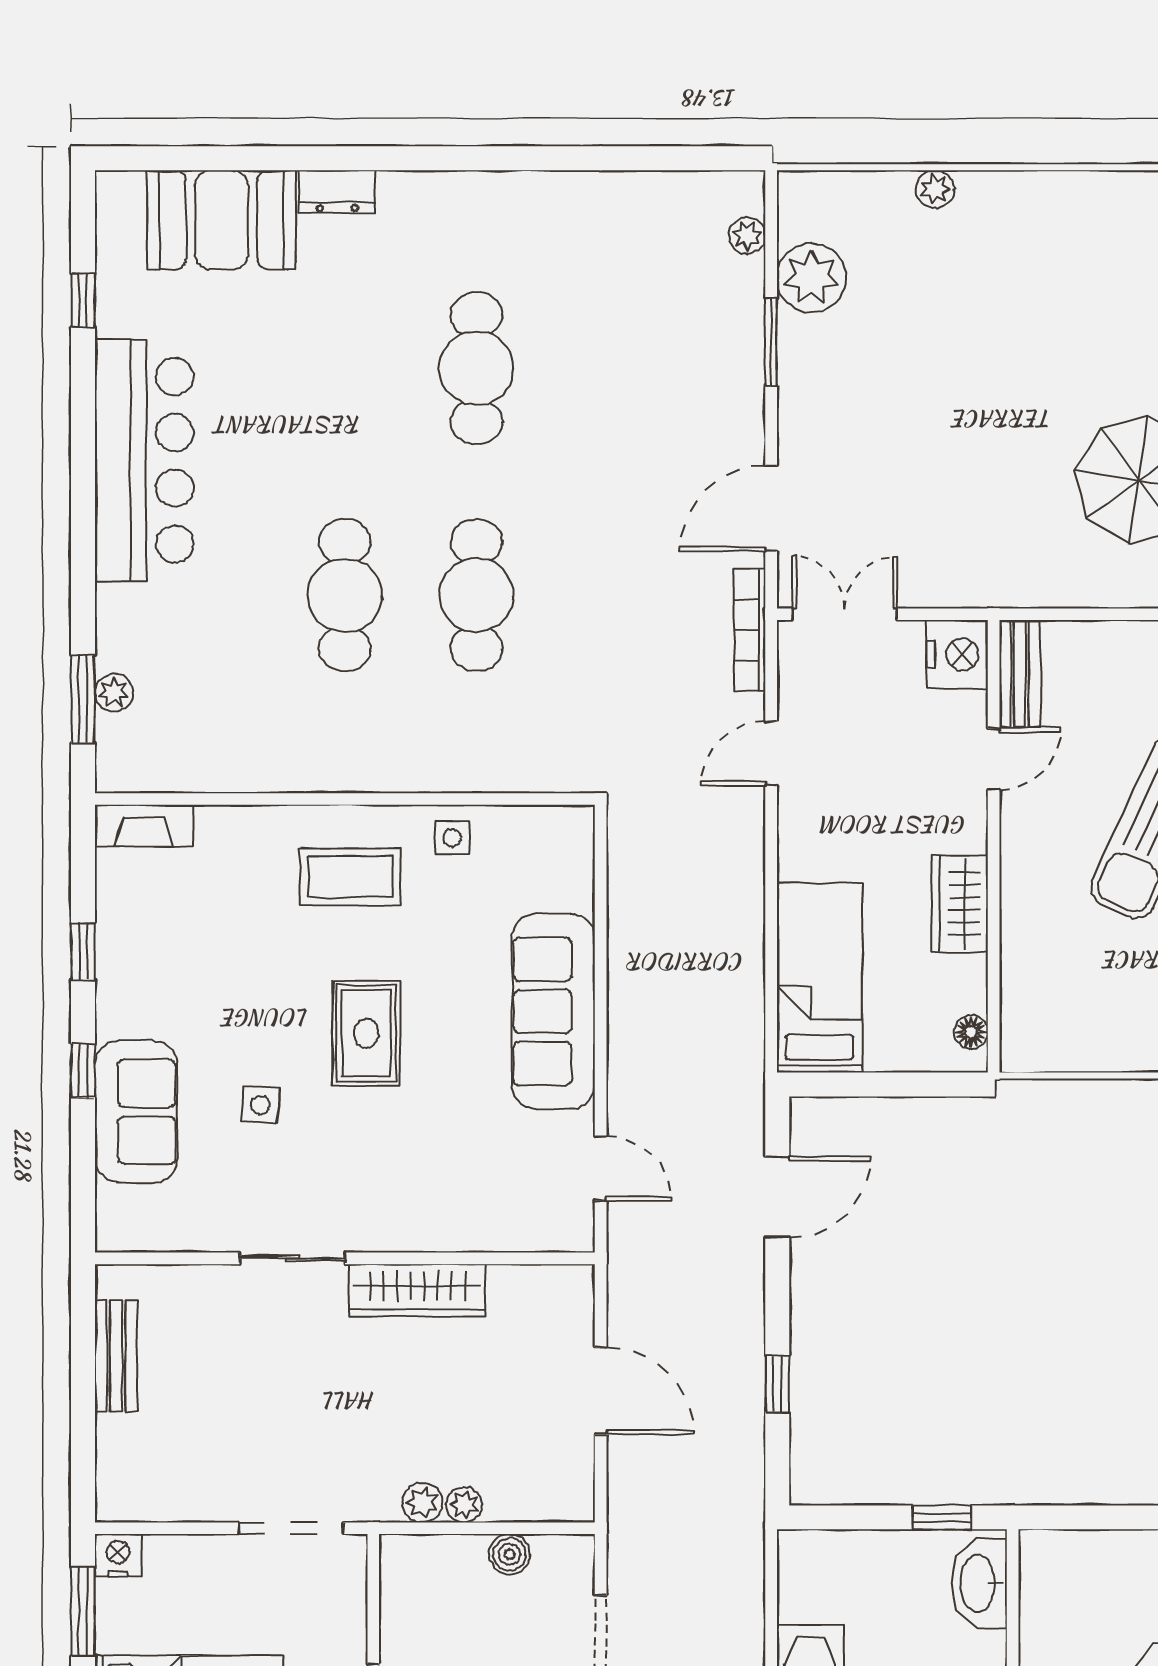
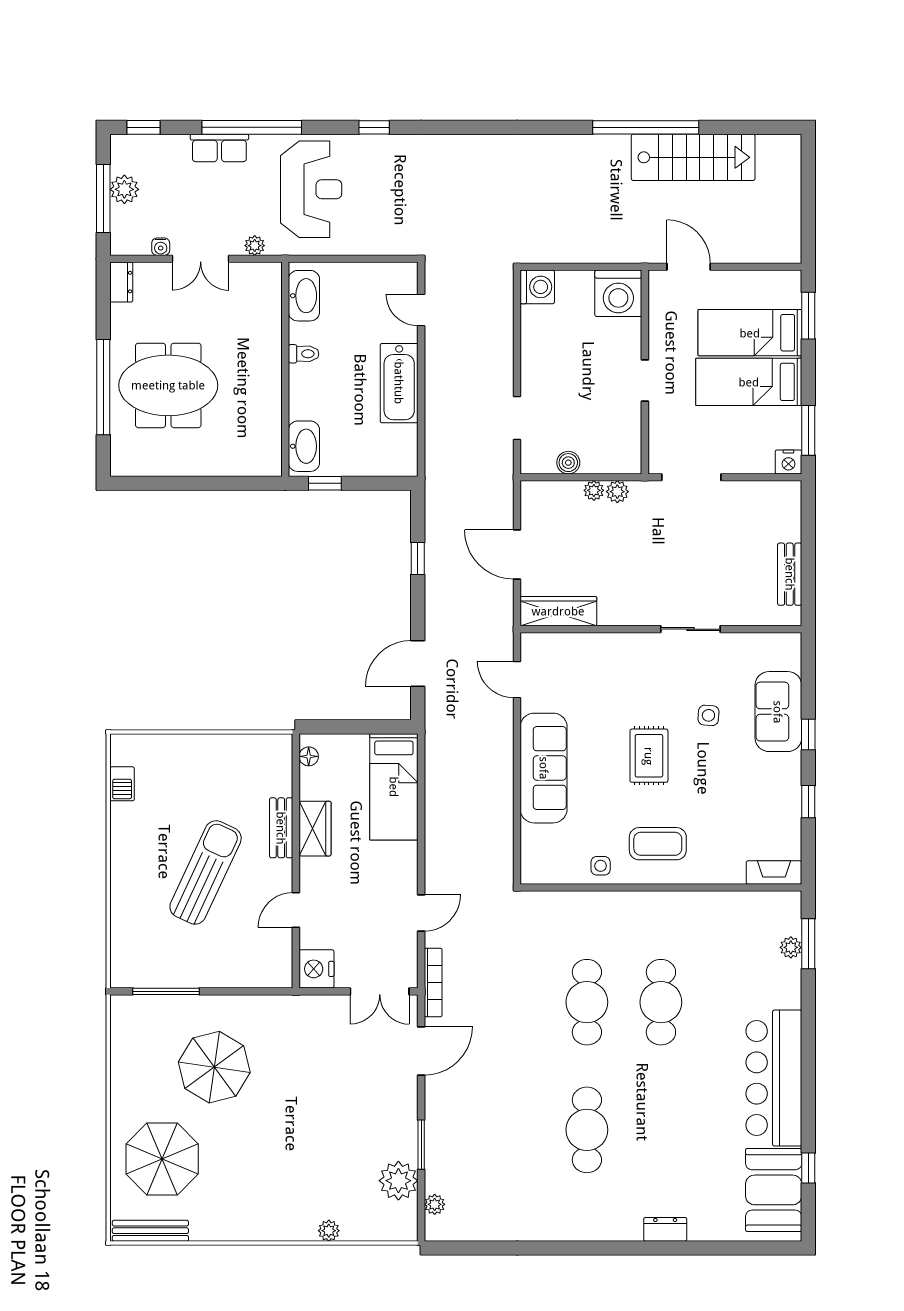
booth: (221, 220) -> (774, 1190), moved, turned 90
bench: (1020, 674) -> (281, 828), moved
wardrobe: (417, 1290) -> (558, 611), moved

